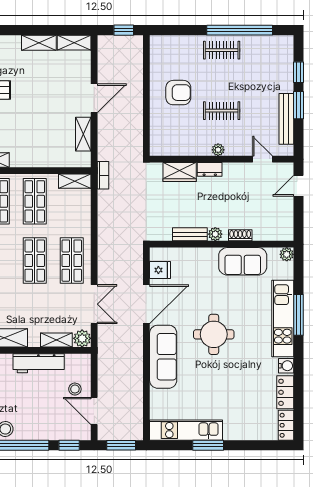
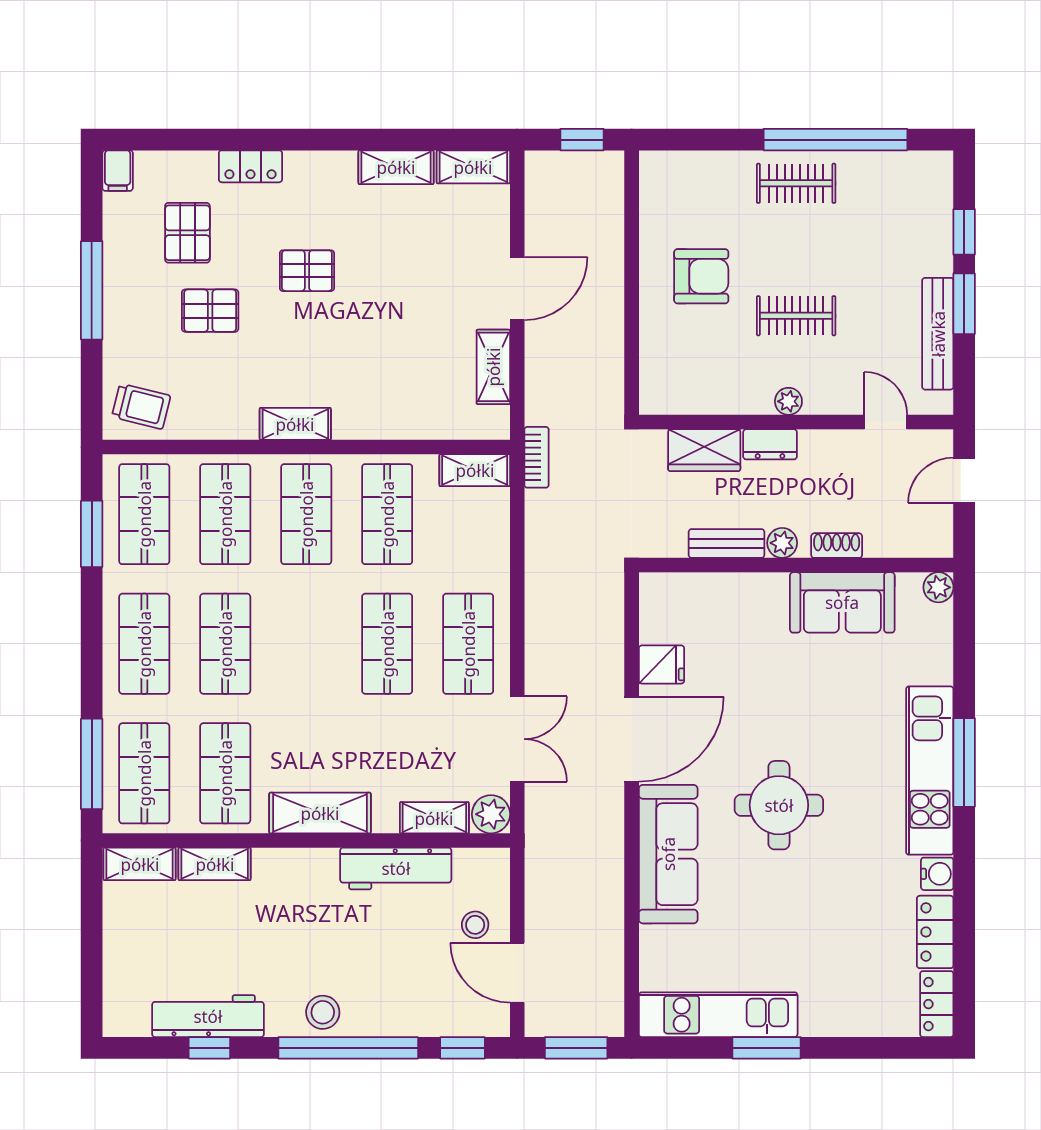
bench: (190, 234) -> (727, 543), moved
plant: (215, 234) -> (782, 543), moved
shoe rack: (240, 235) -> (837, 546), moved
wall: (222, 244) -> (796, 565), moved
plant: (287, 254) -> (938, 587), moved
sofa: (243, 261) -> (842, 602), moved

